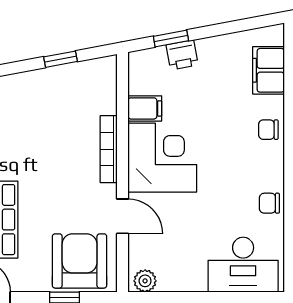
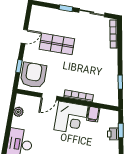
armchair: (80, 261) -> (33, 75), turned -90
plant: (145, 281) -> (18, 112), moved

